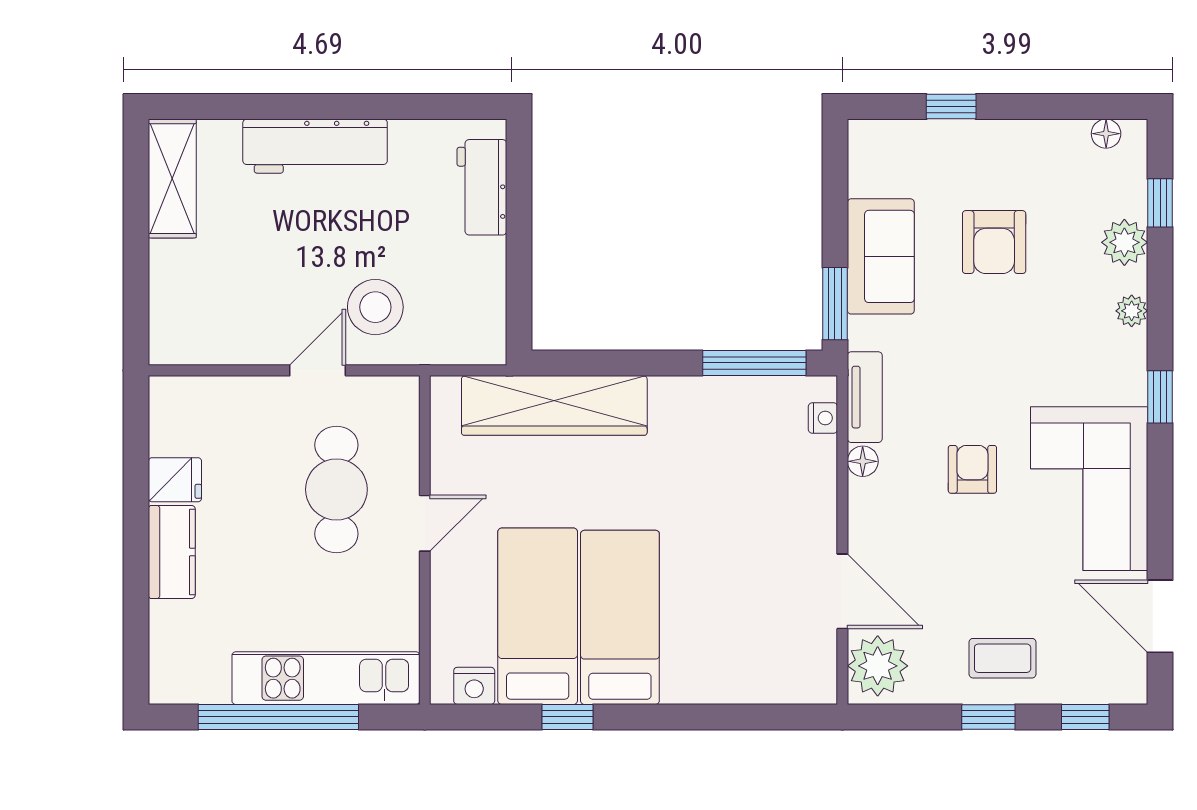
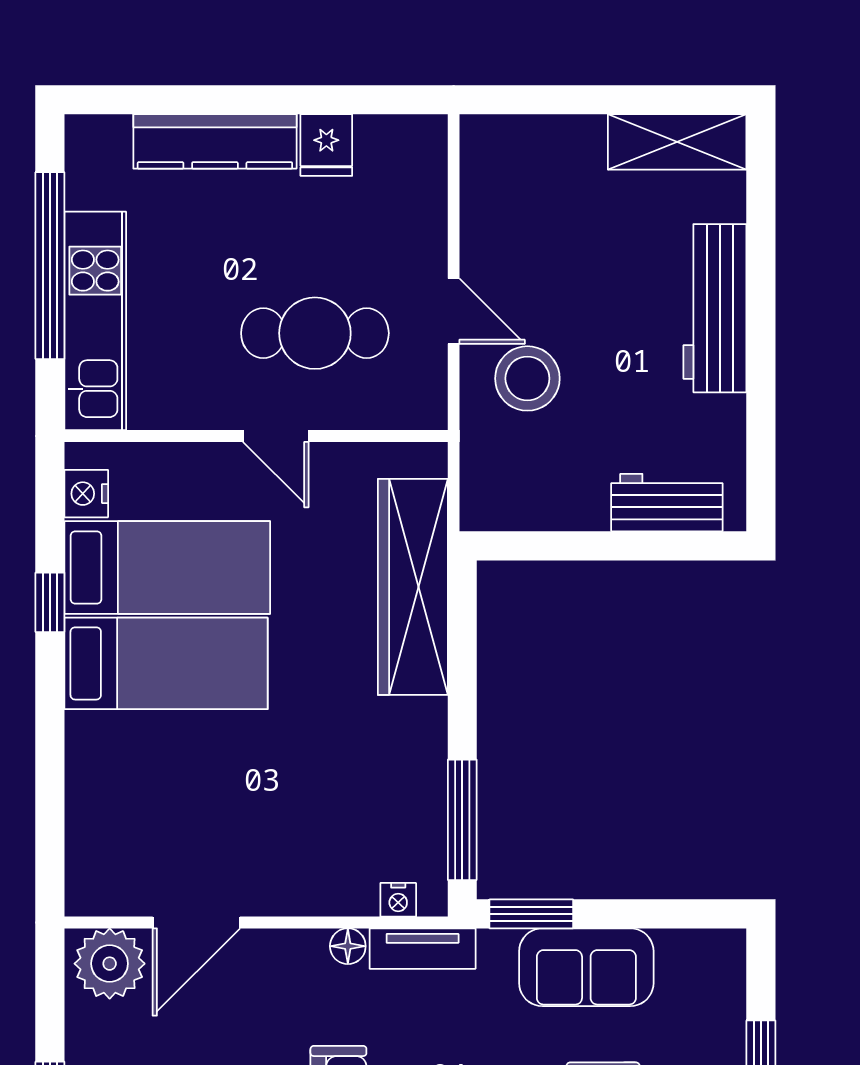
kitchen counter: (172, 552) -> (215, 141), width x1.50

